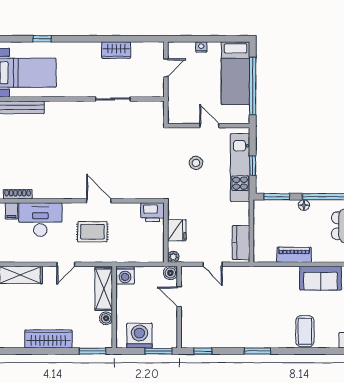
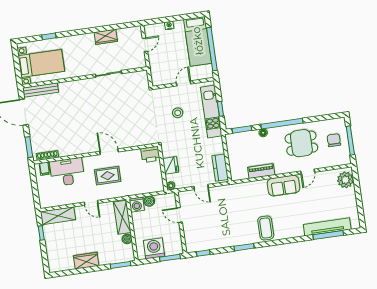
door: (209, 126) -> (184, 83), hinge flipped
door: (66, 264) -> (91, 203), hinge flipped
boiler: (170, 273) -> (149, 201), moved
coffee table: (305, 331) -> (266, 228), moved
wardrobe: (48, 339) -> (86, 261), width x0.67

